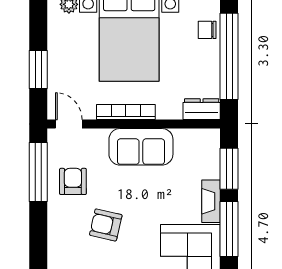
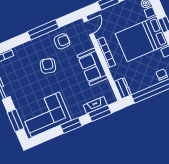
window: (38, 172) -> (43, 30), moved
fireplace: (211, 201) -> (95, 105), moved
window: (229, 229) -> (71, 126), width x0.69

